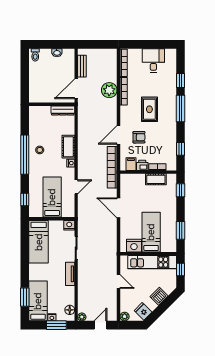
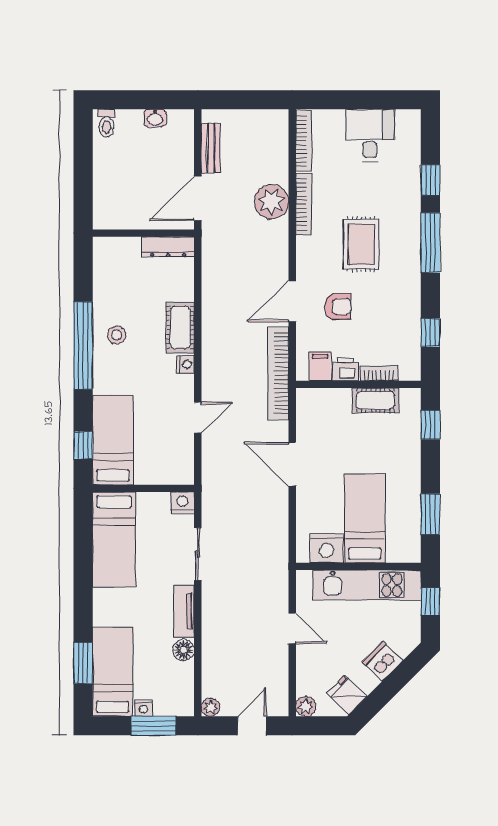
bed: (52, 197) -> (113, 440), moved
floor lamp: (70, 310) -> (183, 650), moved

